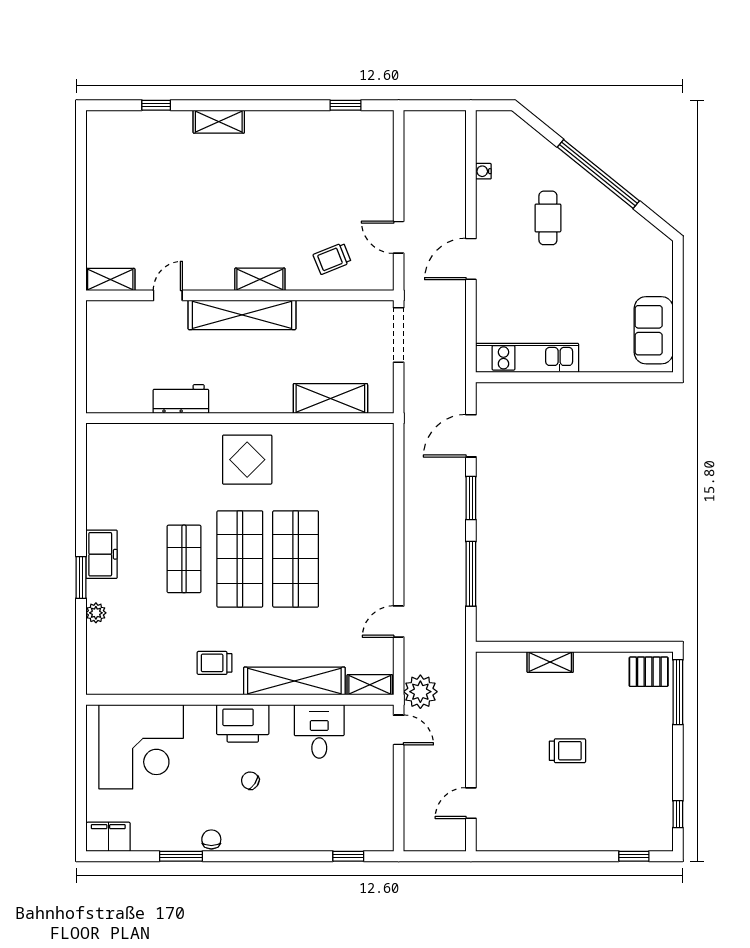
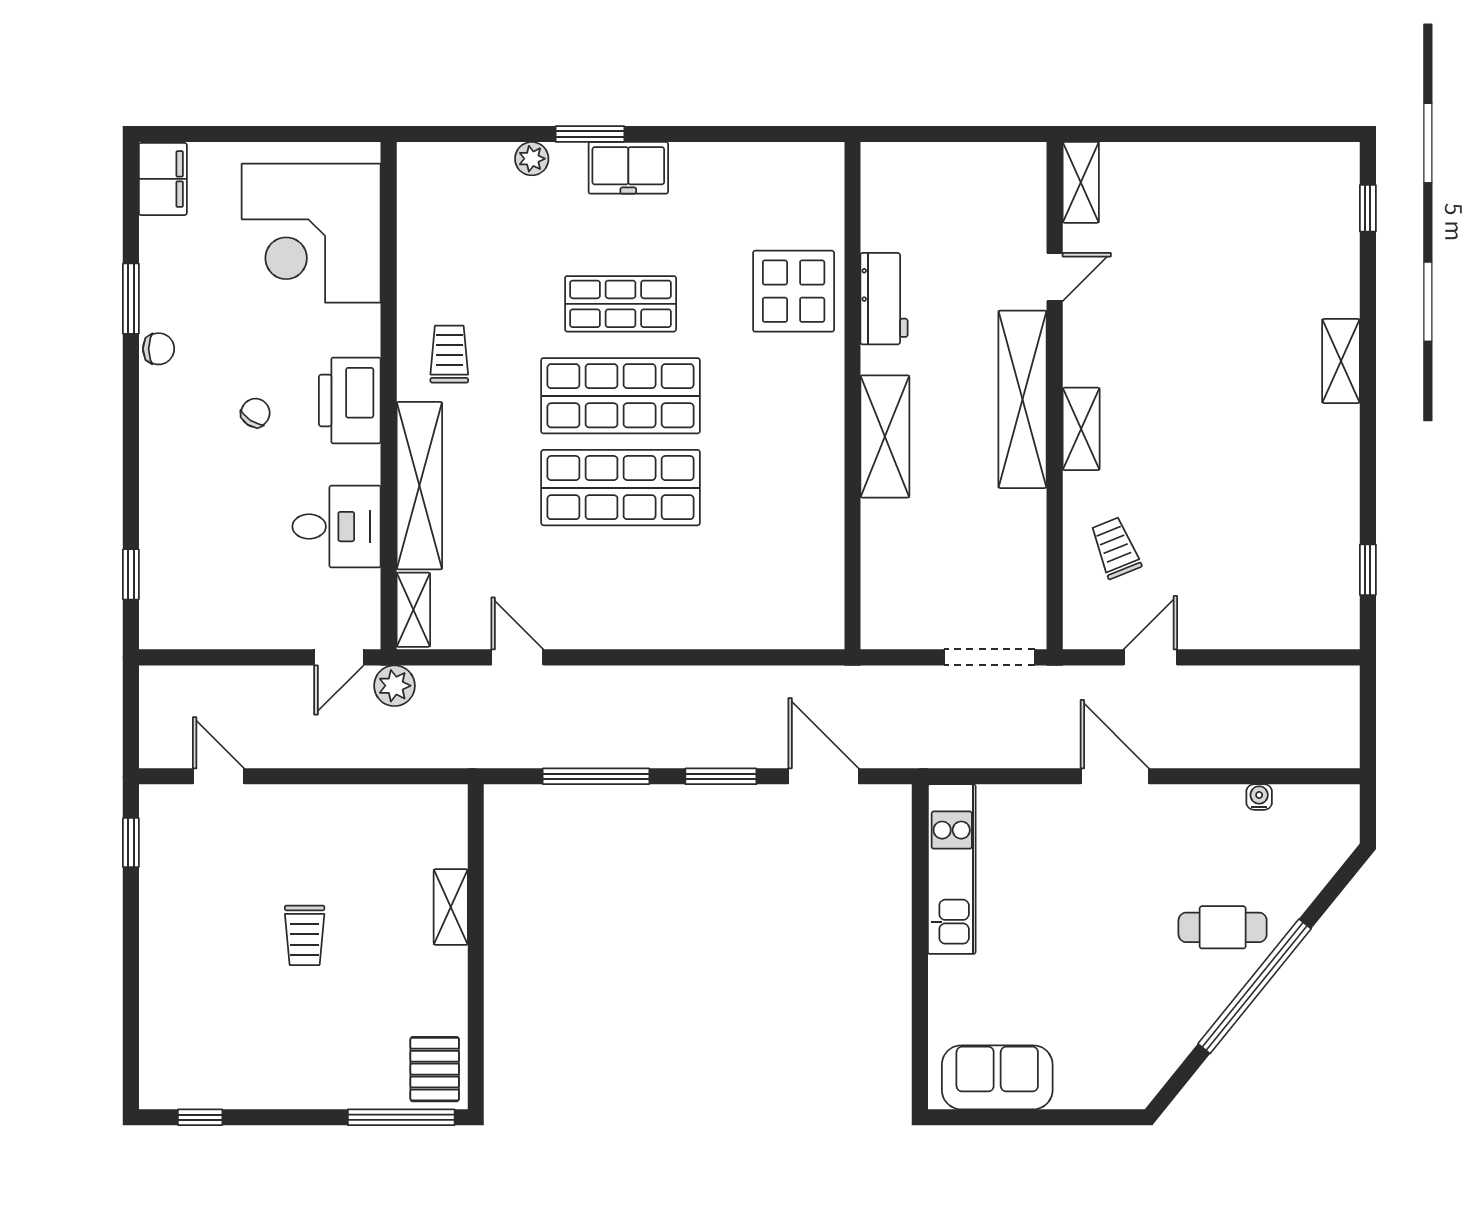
window: (156, 105) -> (1368, 208), moved
cafe table: (548, 218) -> (1223, 927), moved
door: (168, 295) -> (1055, 277), hinge flipped
shelving: (330, 398) -> (885, 436), moved
display table: (247, 460) -> (794, 291), moved
plant: (420, 692) -> (394, 686), width x0.73, depth x0.73
window: (634, 856) -> (131, 843), moved

